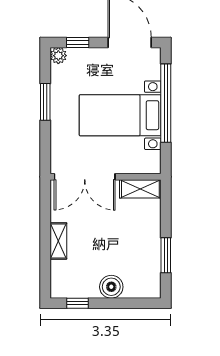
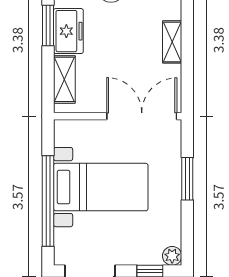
window: (45, 102) -> (187, 179), moved
shelving: (140, 189) -> (64, 79), moved, turned 90
freezer: (148, 250) -> (68, 31), added

